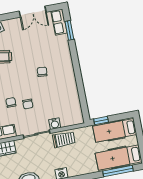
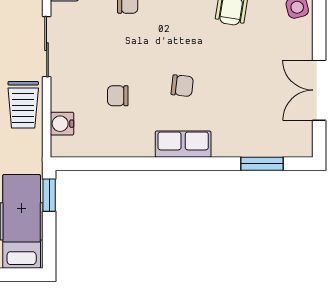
row of seats: (59, 22) -> (183, 144), moved
chair: (28, 104) -> (118, 96), moved
water cooler: (55, 124) -> (62, 124), moved

